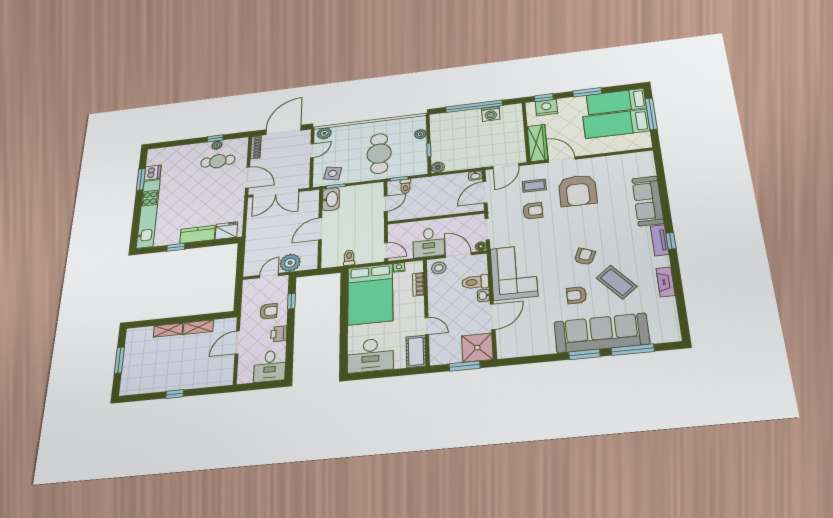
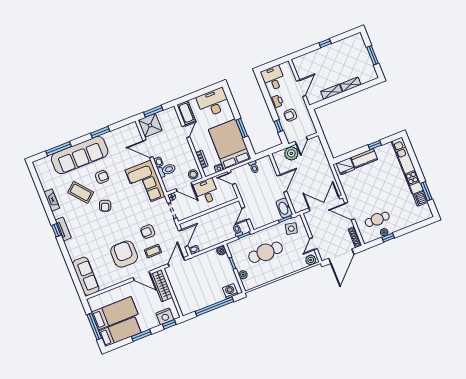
washing machine: (491, 114) -> (230, 291), moved
cafe table: (379, 153) -> (266, 252), turned 90
sofa: (648, 201) -> (86, 276), moved
window: (344, 311) -> (242, 128), added
door: (493, 317) -> (148, 149), hinge flipped
door: (427, 326) -> (186, 132), swing flipped
window: (584, 354) -> (100, 132), moved

